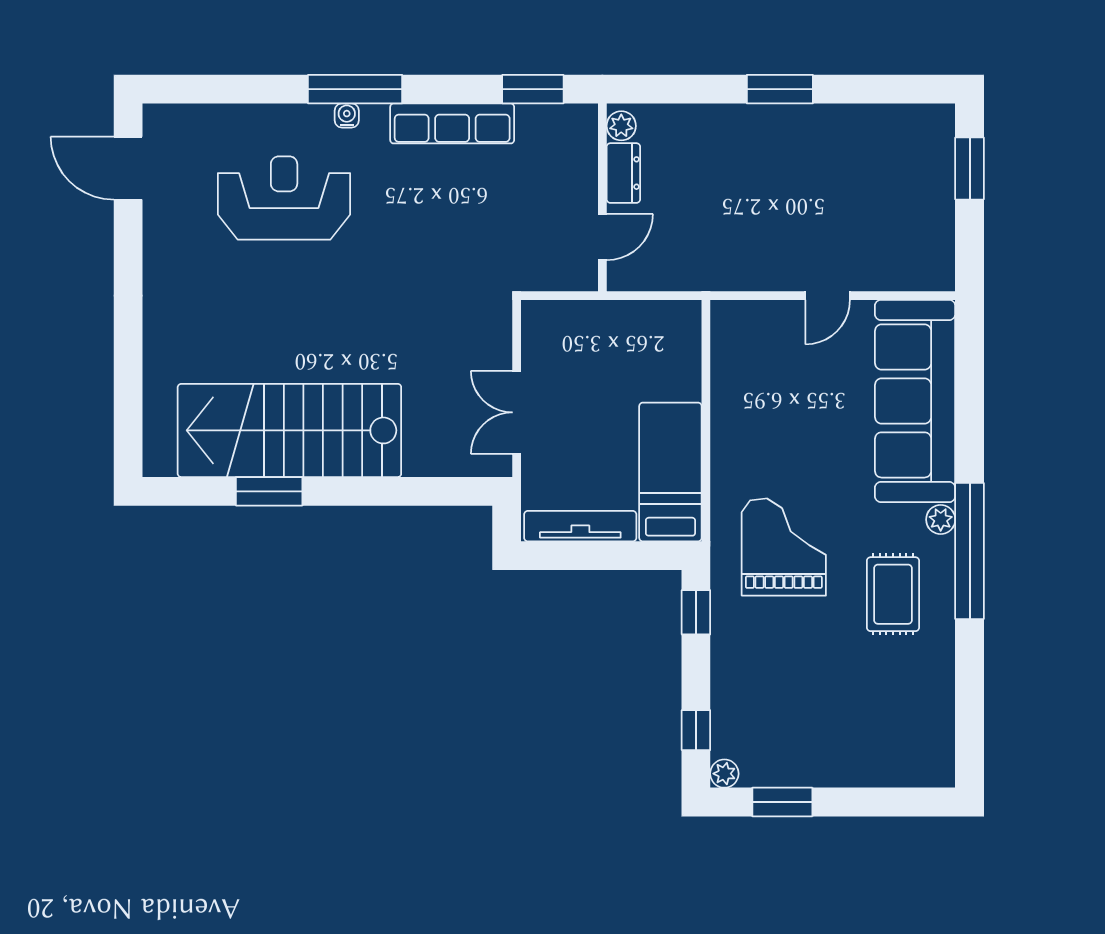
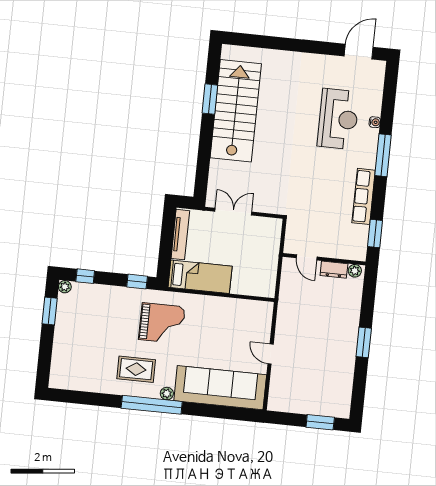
water cooler: (347, 115) -> (375, 122), moved

